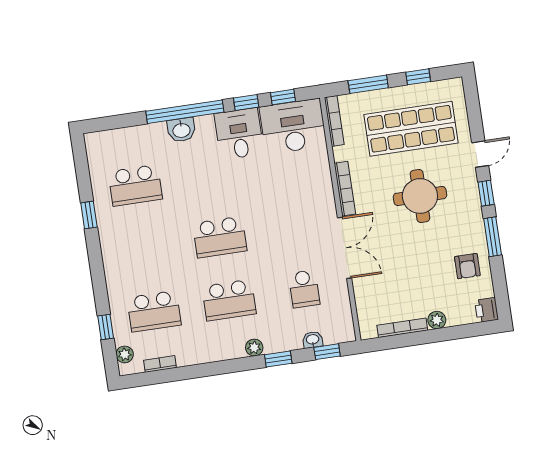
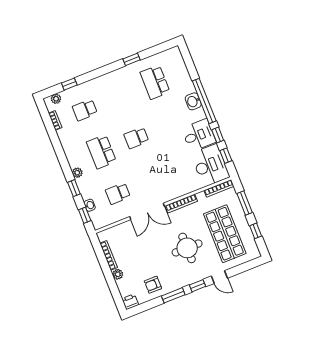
school desk: (220, 237) -> (136, 138), width x0.54
school desk: (154, 311) -> (85, 110), width x0.54

